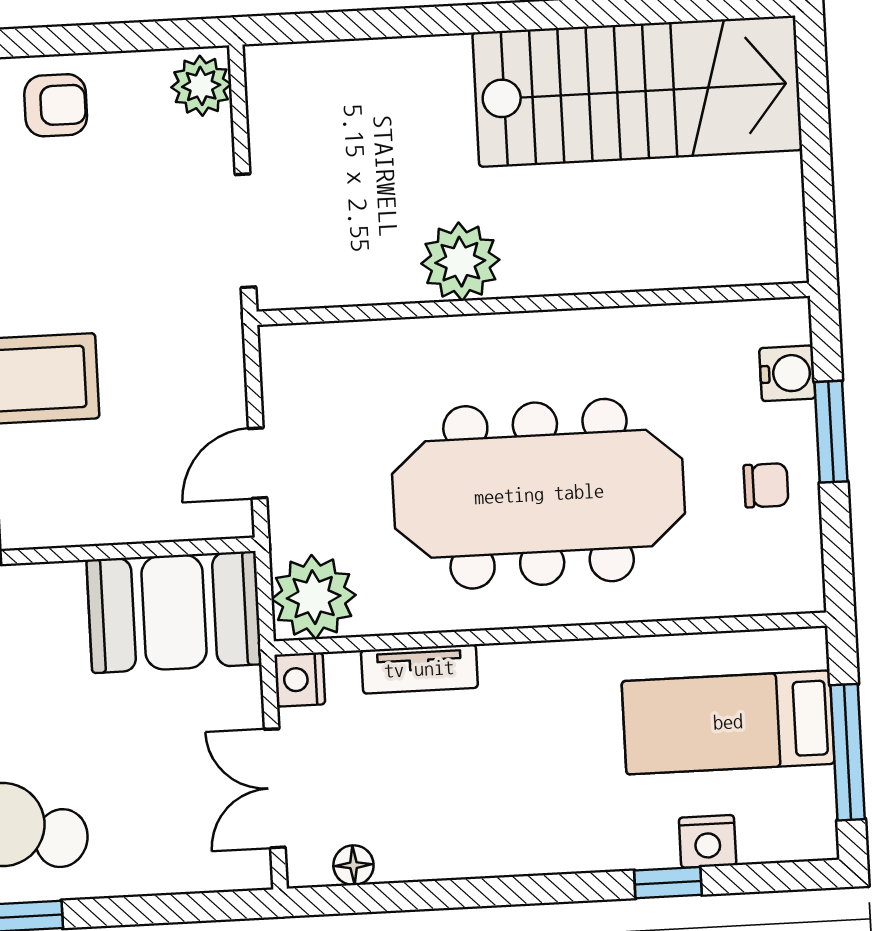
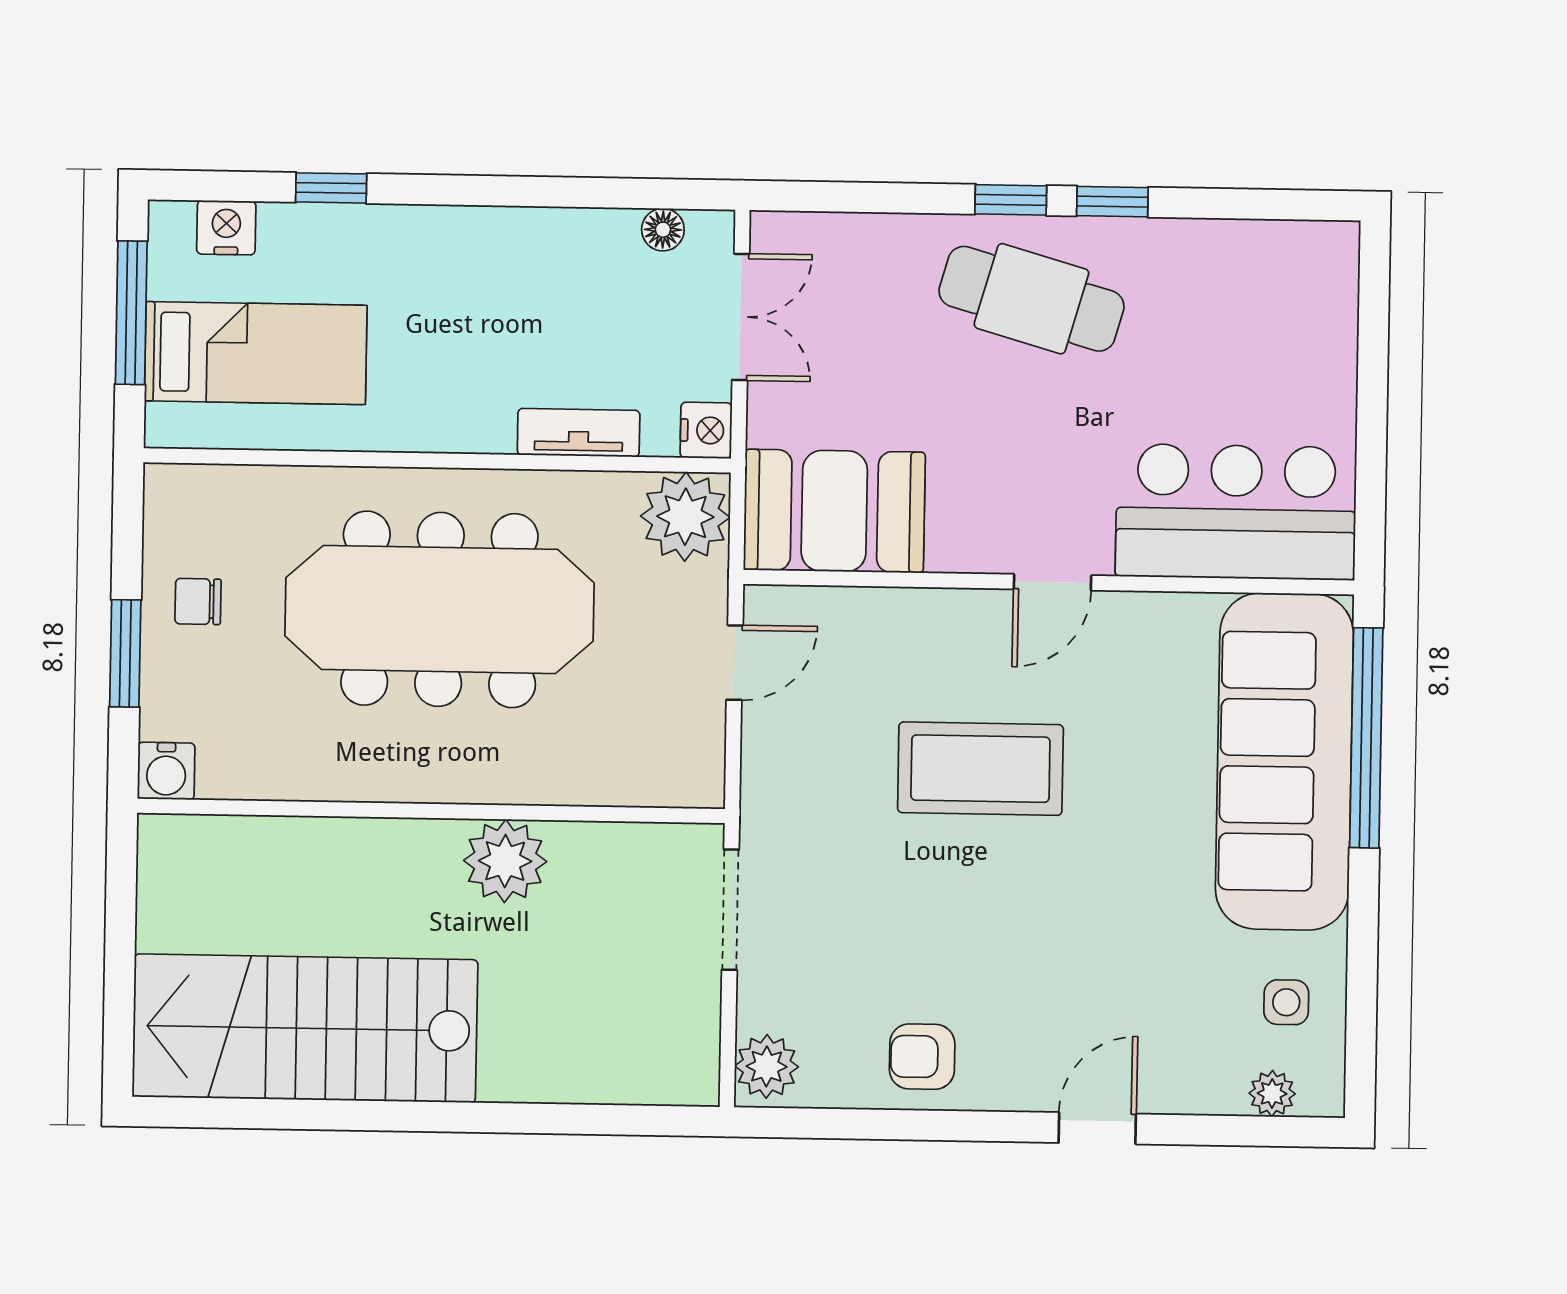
water cooler: (787, 373) -> (166, 771), moved, turned -90
nightstand: (708, 841) -> (226, 228), moved

